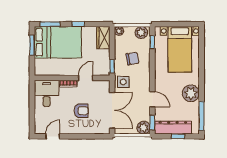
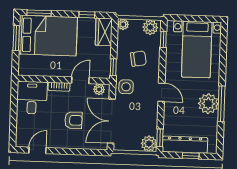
window: (78, 24) -> (87, 15), moved
plant: (101, 85) -> (99, 89), added
door: (152, 99) -> (161, 92), moved
double door: (112, 110) -> (111, 121), swing flipped
window: (202, 116) -> (221, 104), moved

